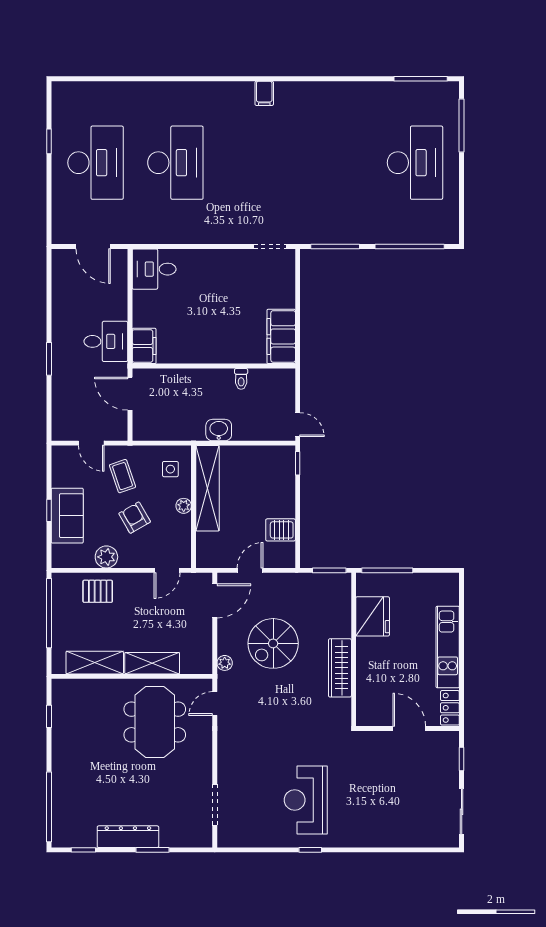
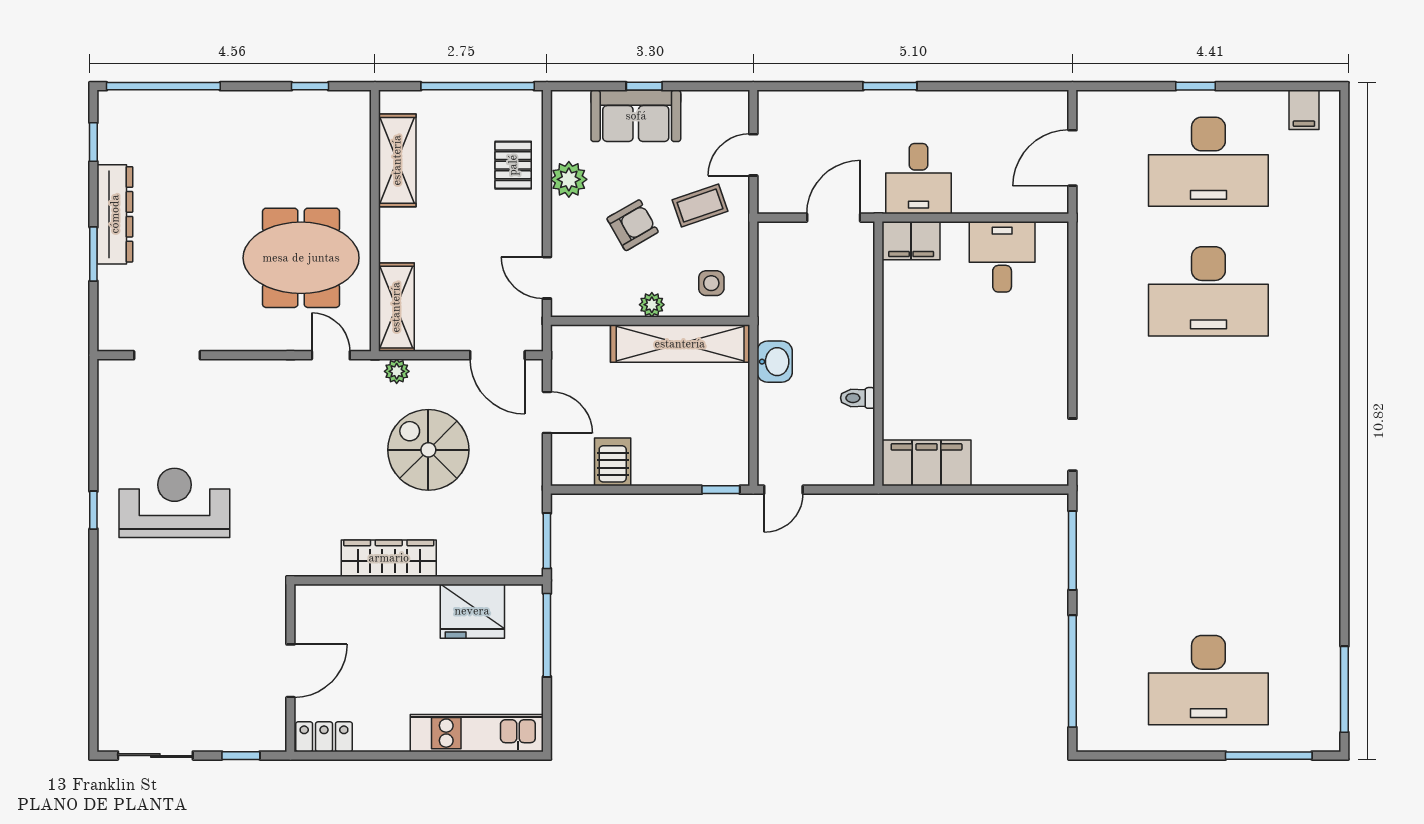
filing cabinet: (264, 93) -> (1304, 110), moved, turned -90
window: (49, 141) -> (1196, 86), moved
desk: (154, 269) -> (1002, 257), moved
kitchen unit: (448, 647) -> (477, 733), moved
shelving: (152, 663) -> (396, 307), moved

